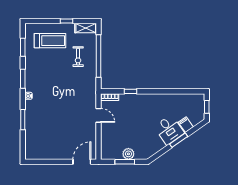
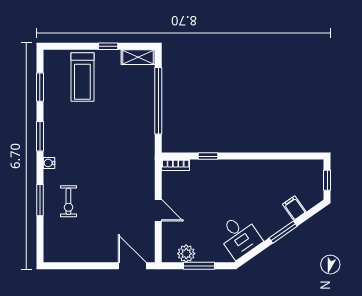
treadmill: (50, 41) -> (82, 77), turned 90
exercise bike: (78, 57) -> (68, 201), moved
door: (99, 115) -> (158, 210), moved
desk: (169, 130) -> (239, 236), moved
plant: (128, 154) -> (186, 254), moved
door: (82, 162) -> (132, 266), hinge flipped

